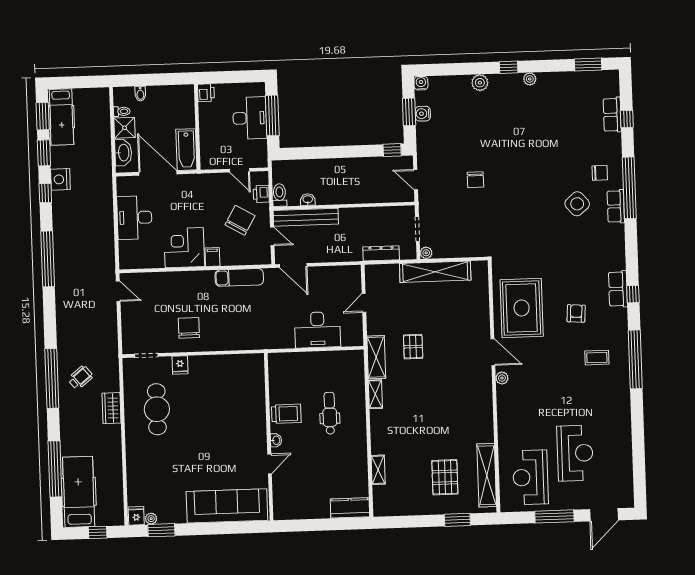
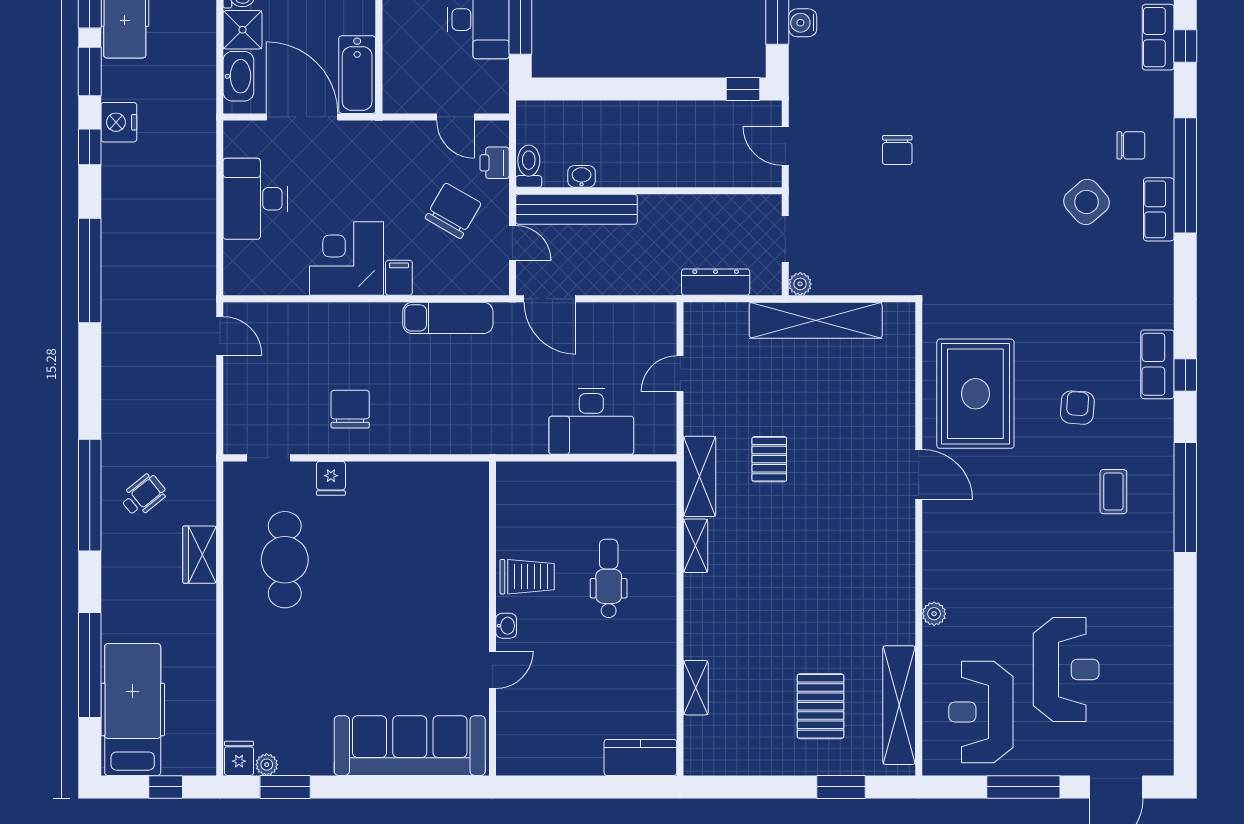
coffee table: (597, 358) -> (1113, 492), turned 90
plant: (502, 378) -> (934, 614), moved

